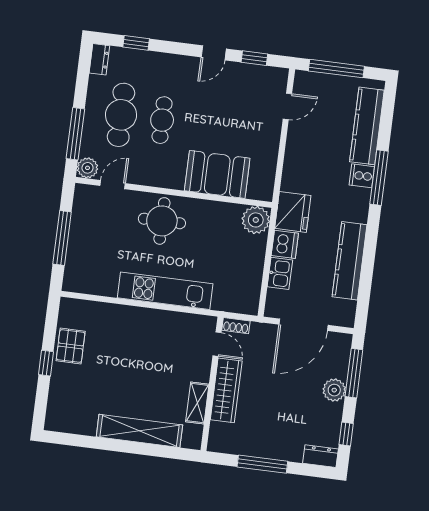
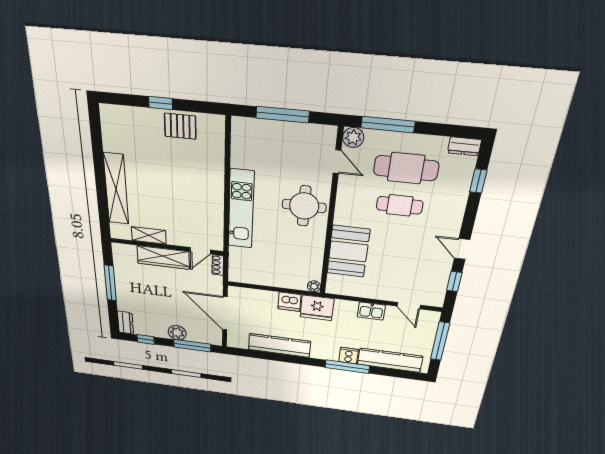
plant: (256, 220) -> (314, 286), width x0.53, depth x0.53
kitchen sink: (280, 273) -> (371, 311), moved

